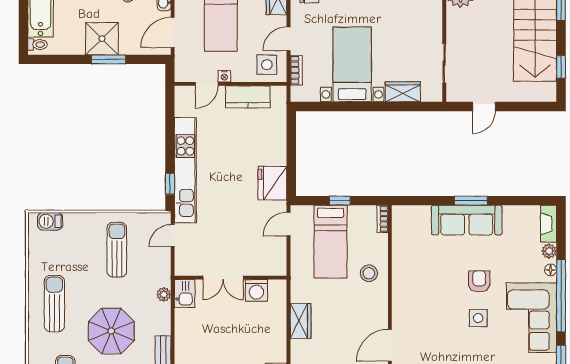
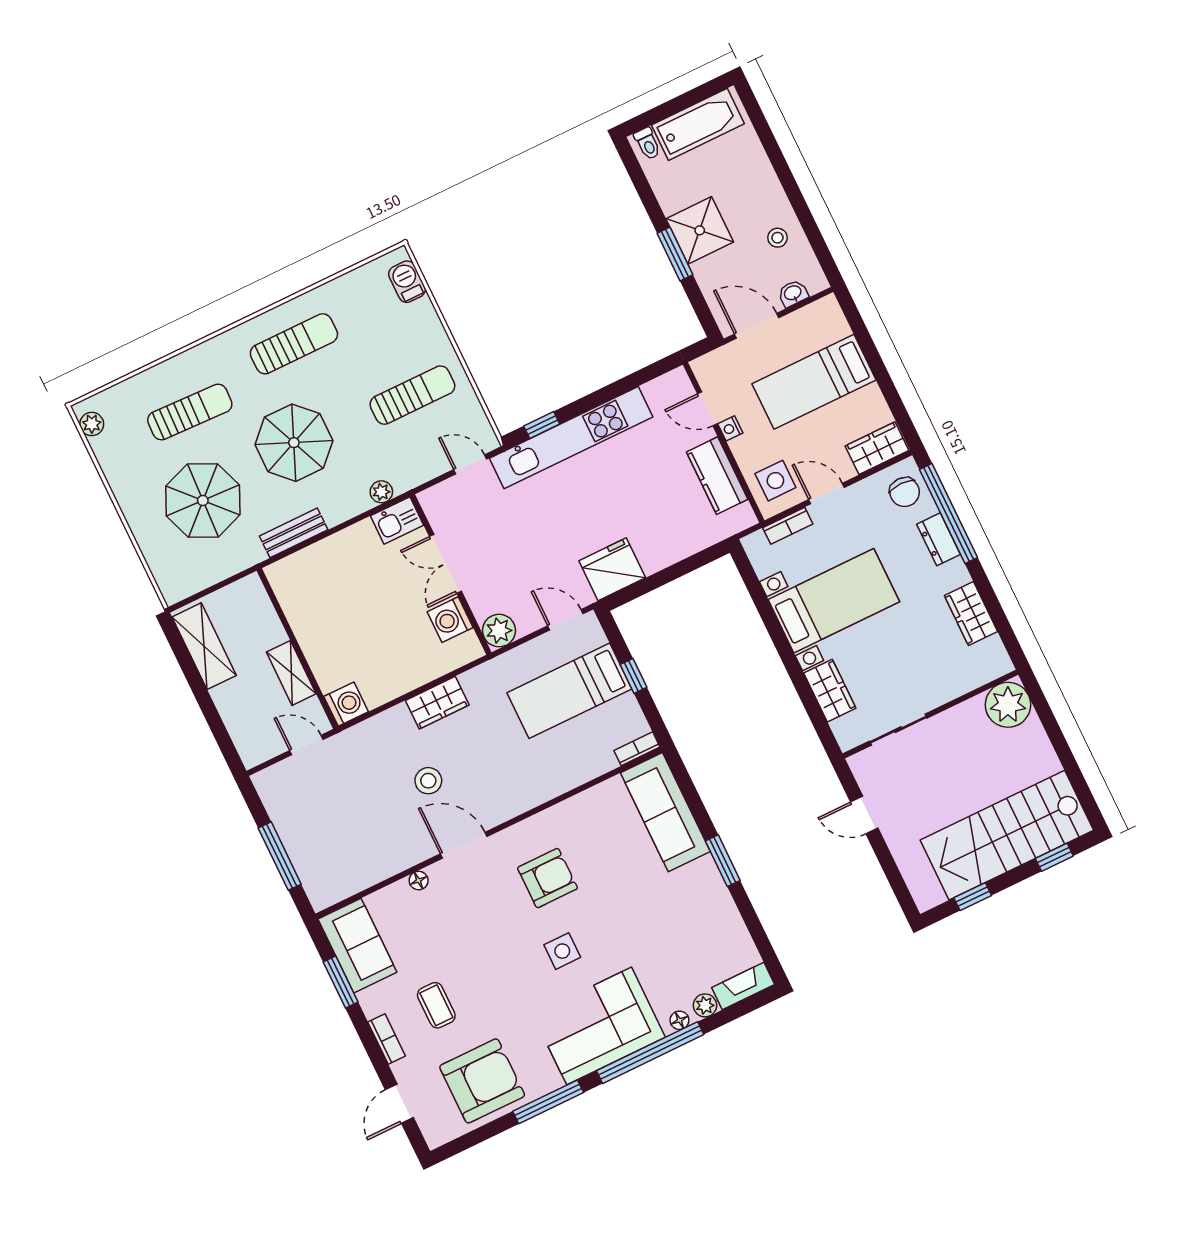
sofa: (467, 220) -> (665, 812), moved
plant: (276, 265) -> (499, 631), added
stool: (369, 273) -> (428, 781), moved
armchair: (479, 281) -> (548, 878), moved, width x1.38, depth x1.38

